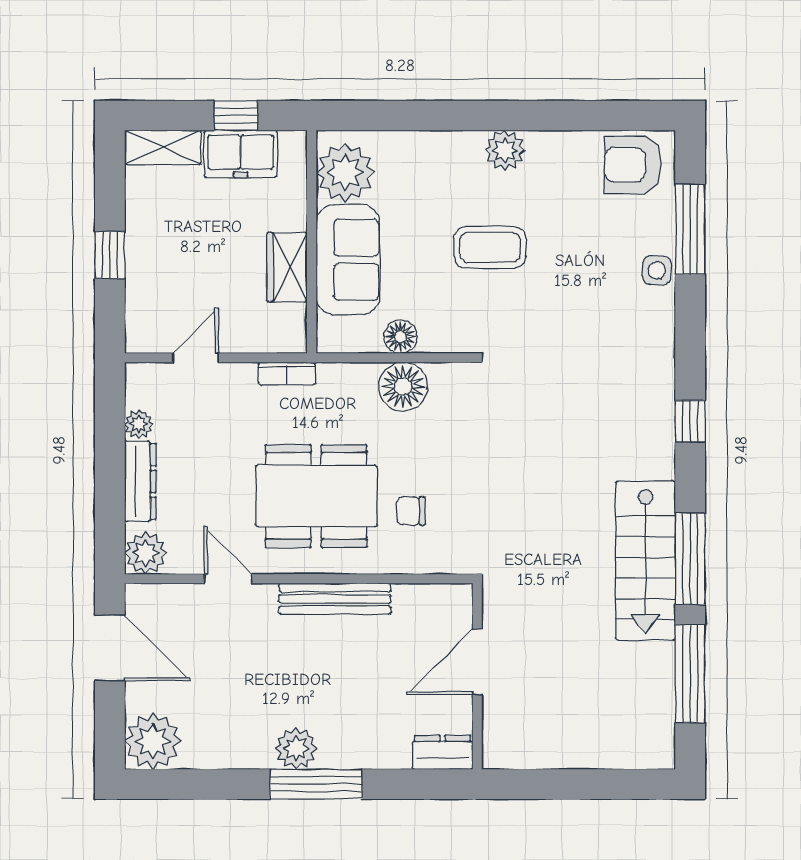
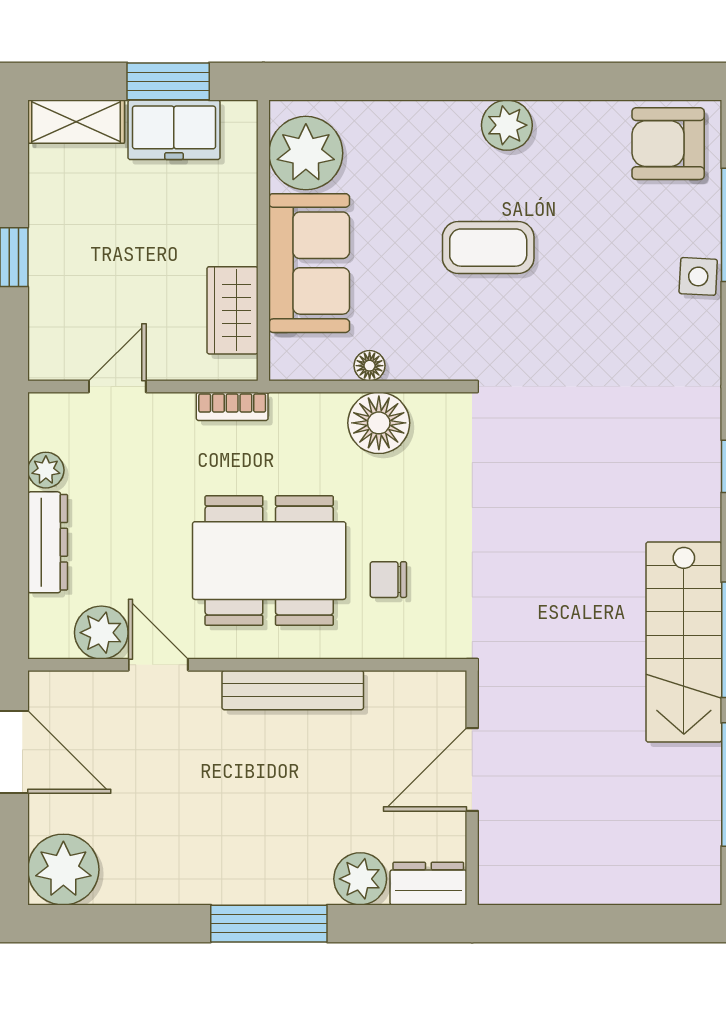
window: (236, 115) -> (168, 81), width x1.50
wardrobe: (287, 267) -> (232, 310), moved
floor lamp: (400, 337) -> (370, 366), width x0.73, depth x0.73
plant: (146, 553) -> (101, 633), moved
plant: (296, 749) -> (360, 879), moved

